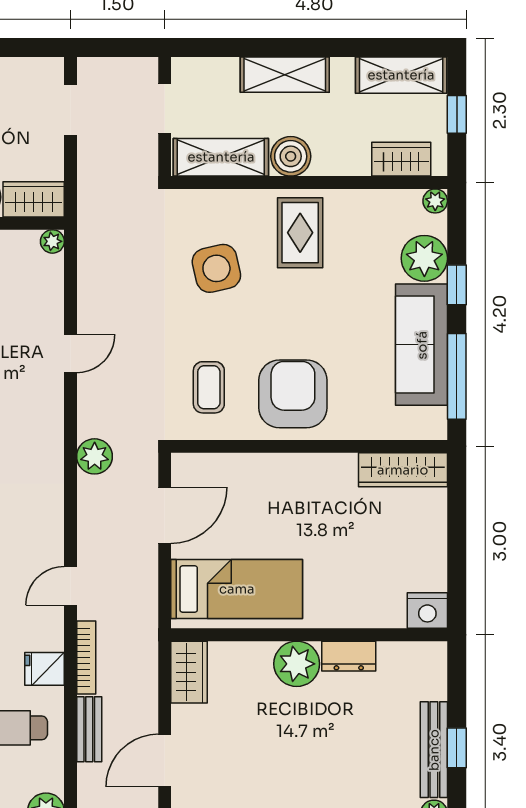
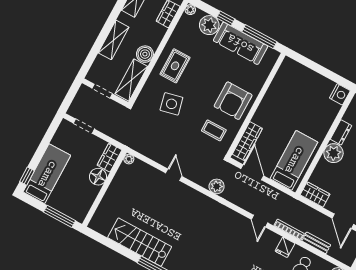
rug: (300, 233) -> (175, 66), turned 90
armchair: (293, 394) -> (233, 101), turned -90
wardrobe: (403, 470) -> (247, 141), moved

